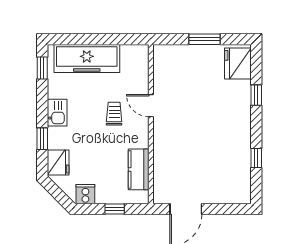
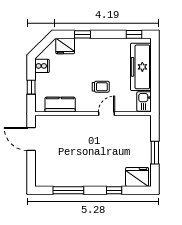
kitchen sink: (57, 113) -> (144, 102), moved, turned 90
window: (256, 158) -> (68, 190), width x2.17

